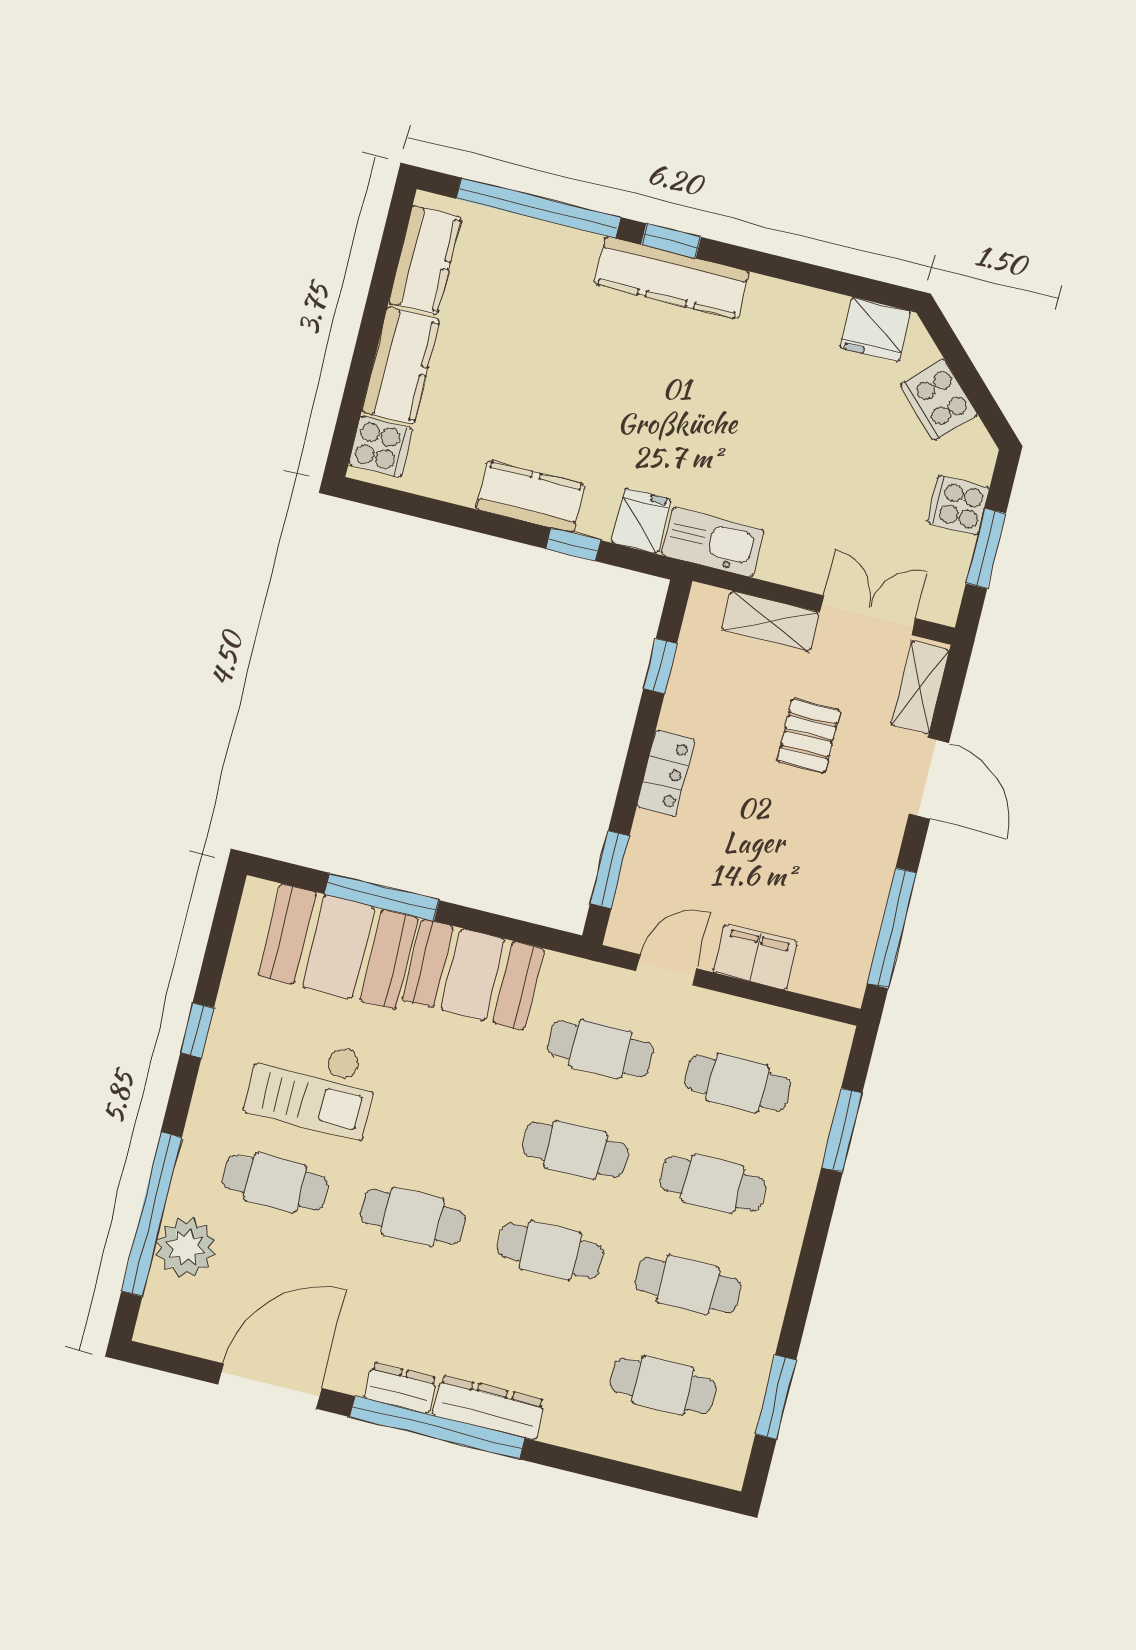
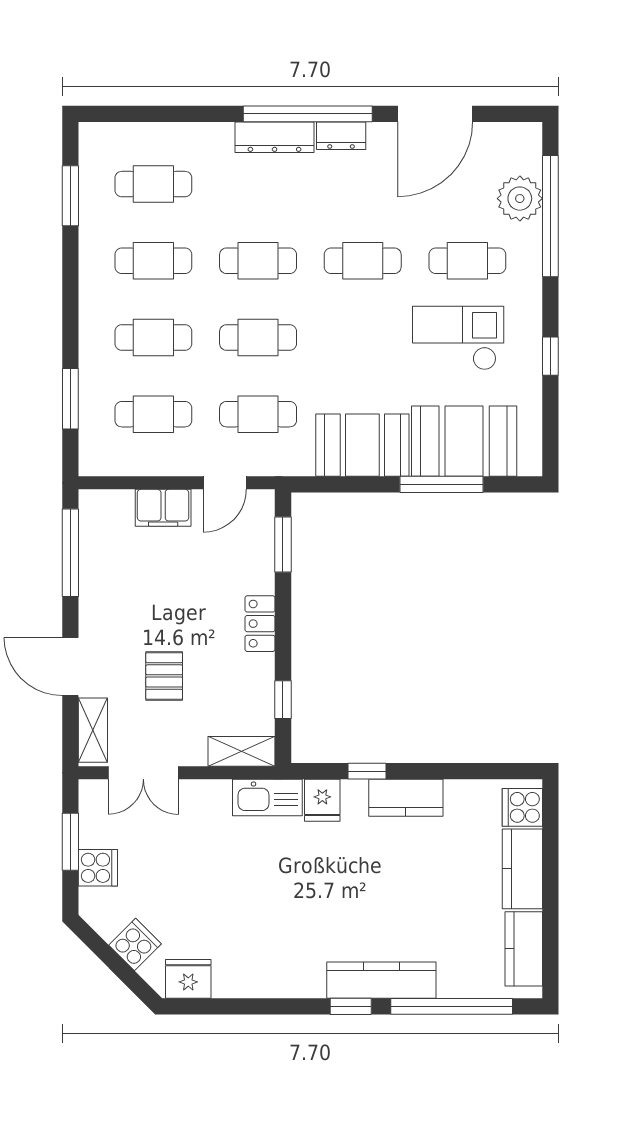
kitchen counter: (672, 277) -> (381, 980), moved
cooker: (939, 400) -> (135, 944), width x0.73
shelving: (770, 621) -> (242, 751), moved

